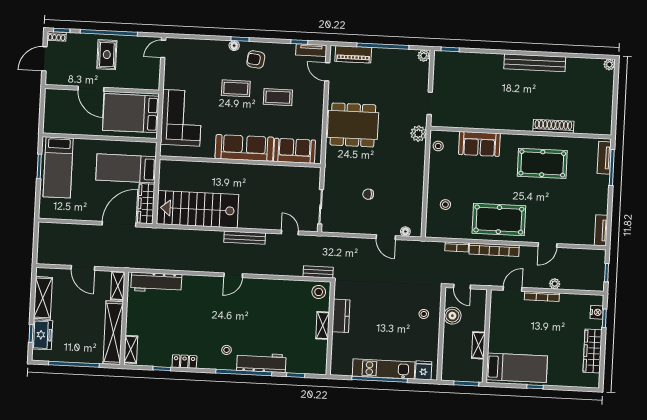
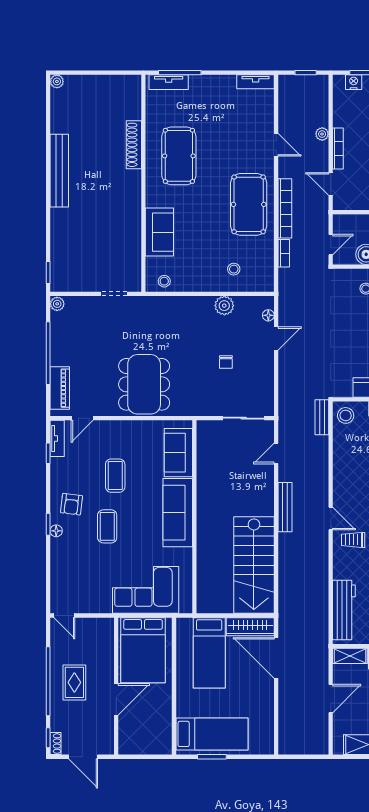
rug: (107, 55) -> (74, 682), turned 90
plant: (418, 134) -> (224, 306), moved
trolley: (214, 293) -> (353, 540), added

